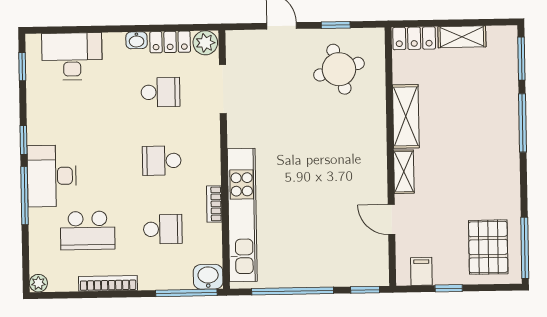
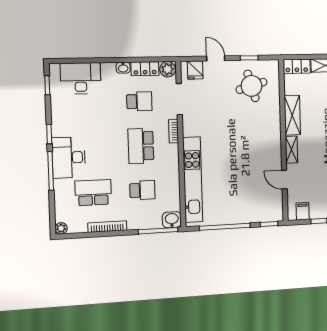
fridge: (249, 44) -> (195, 70), added
school desk: (162, 161) -> (141, 146), width x1.85
bookcase: (214, 204) -> (174, 131), moved
school desk: (88, 230) -> (93, 193), turned 180

